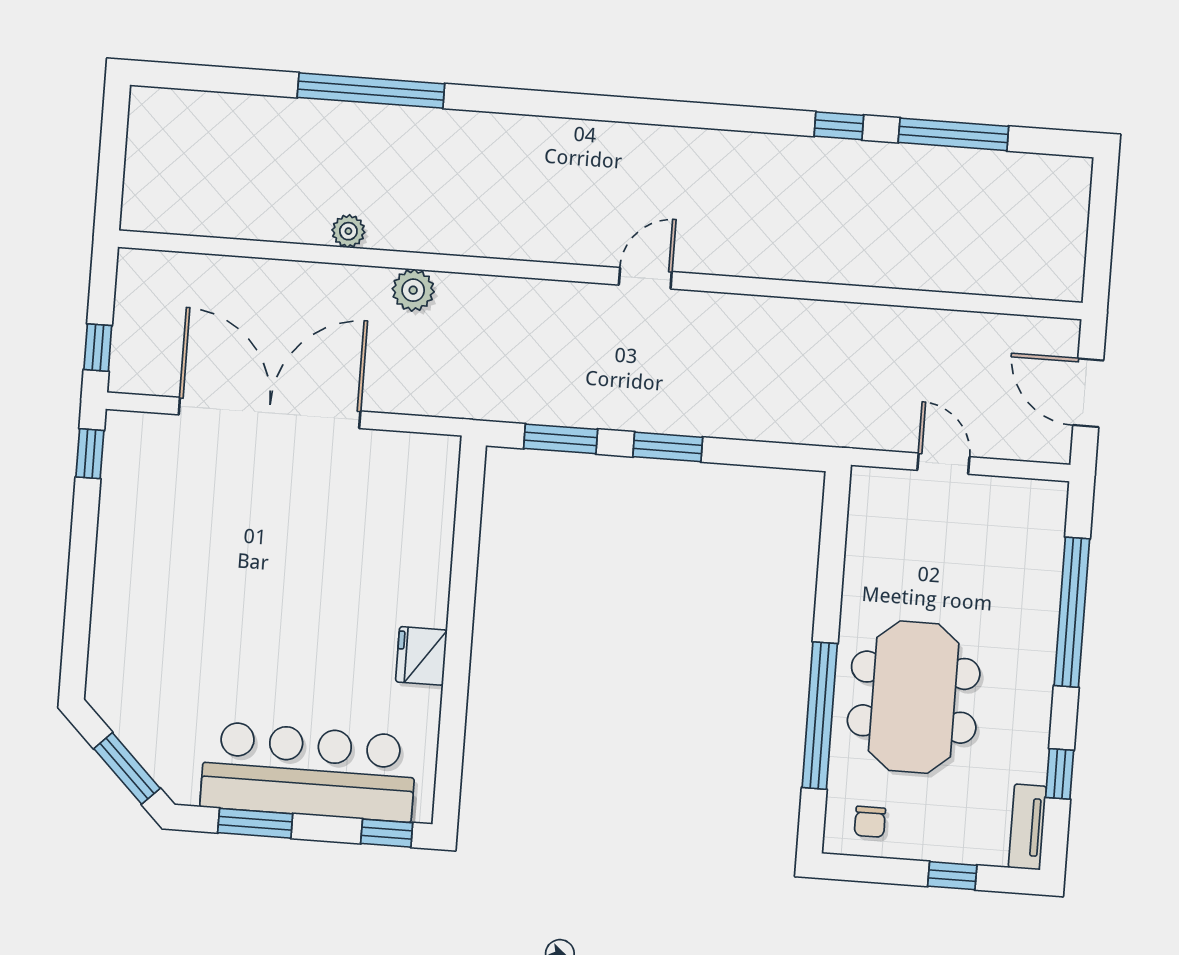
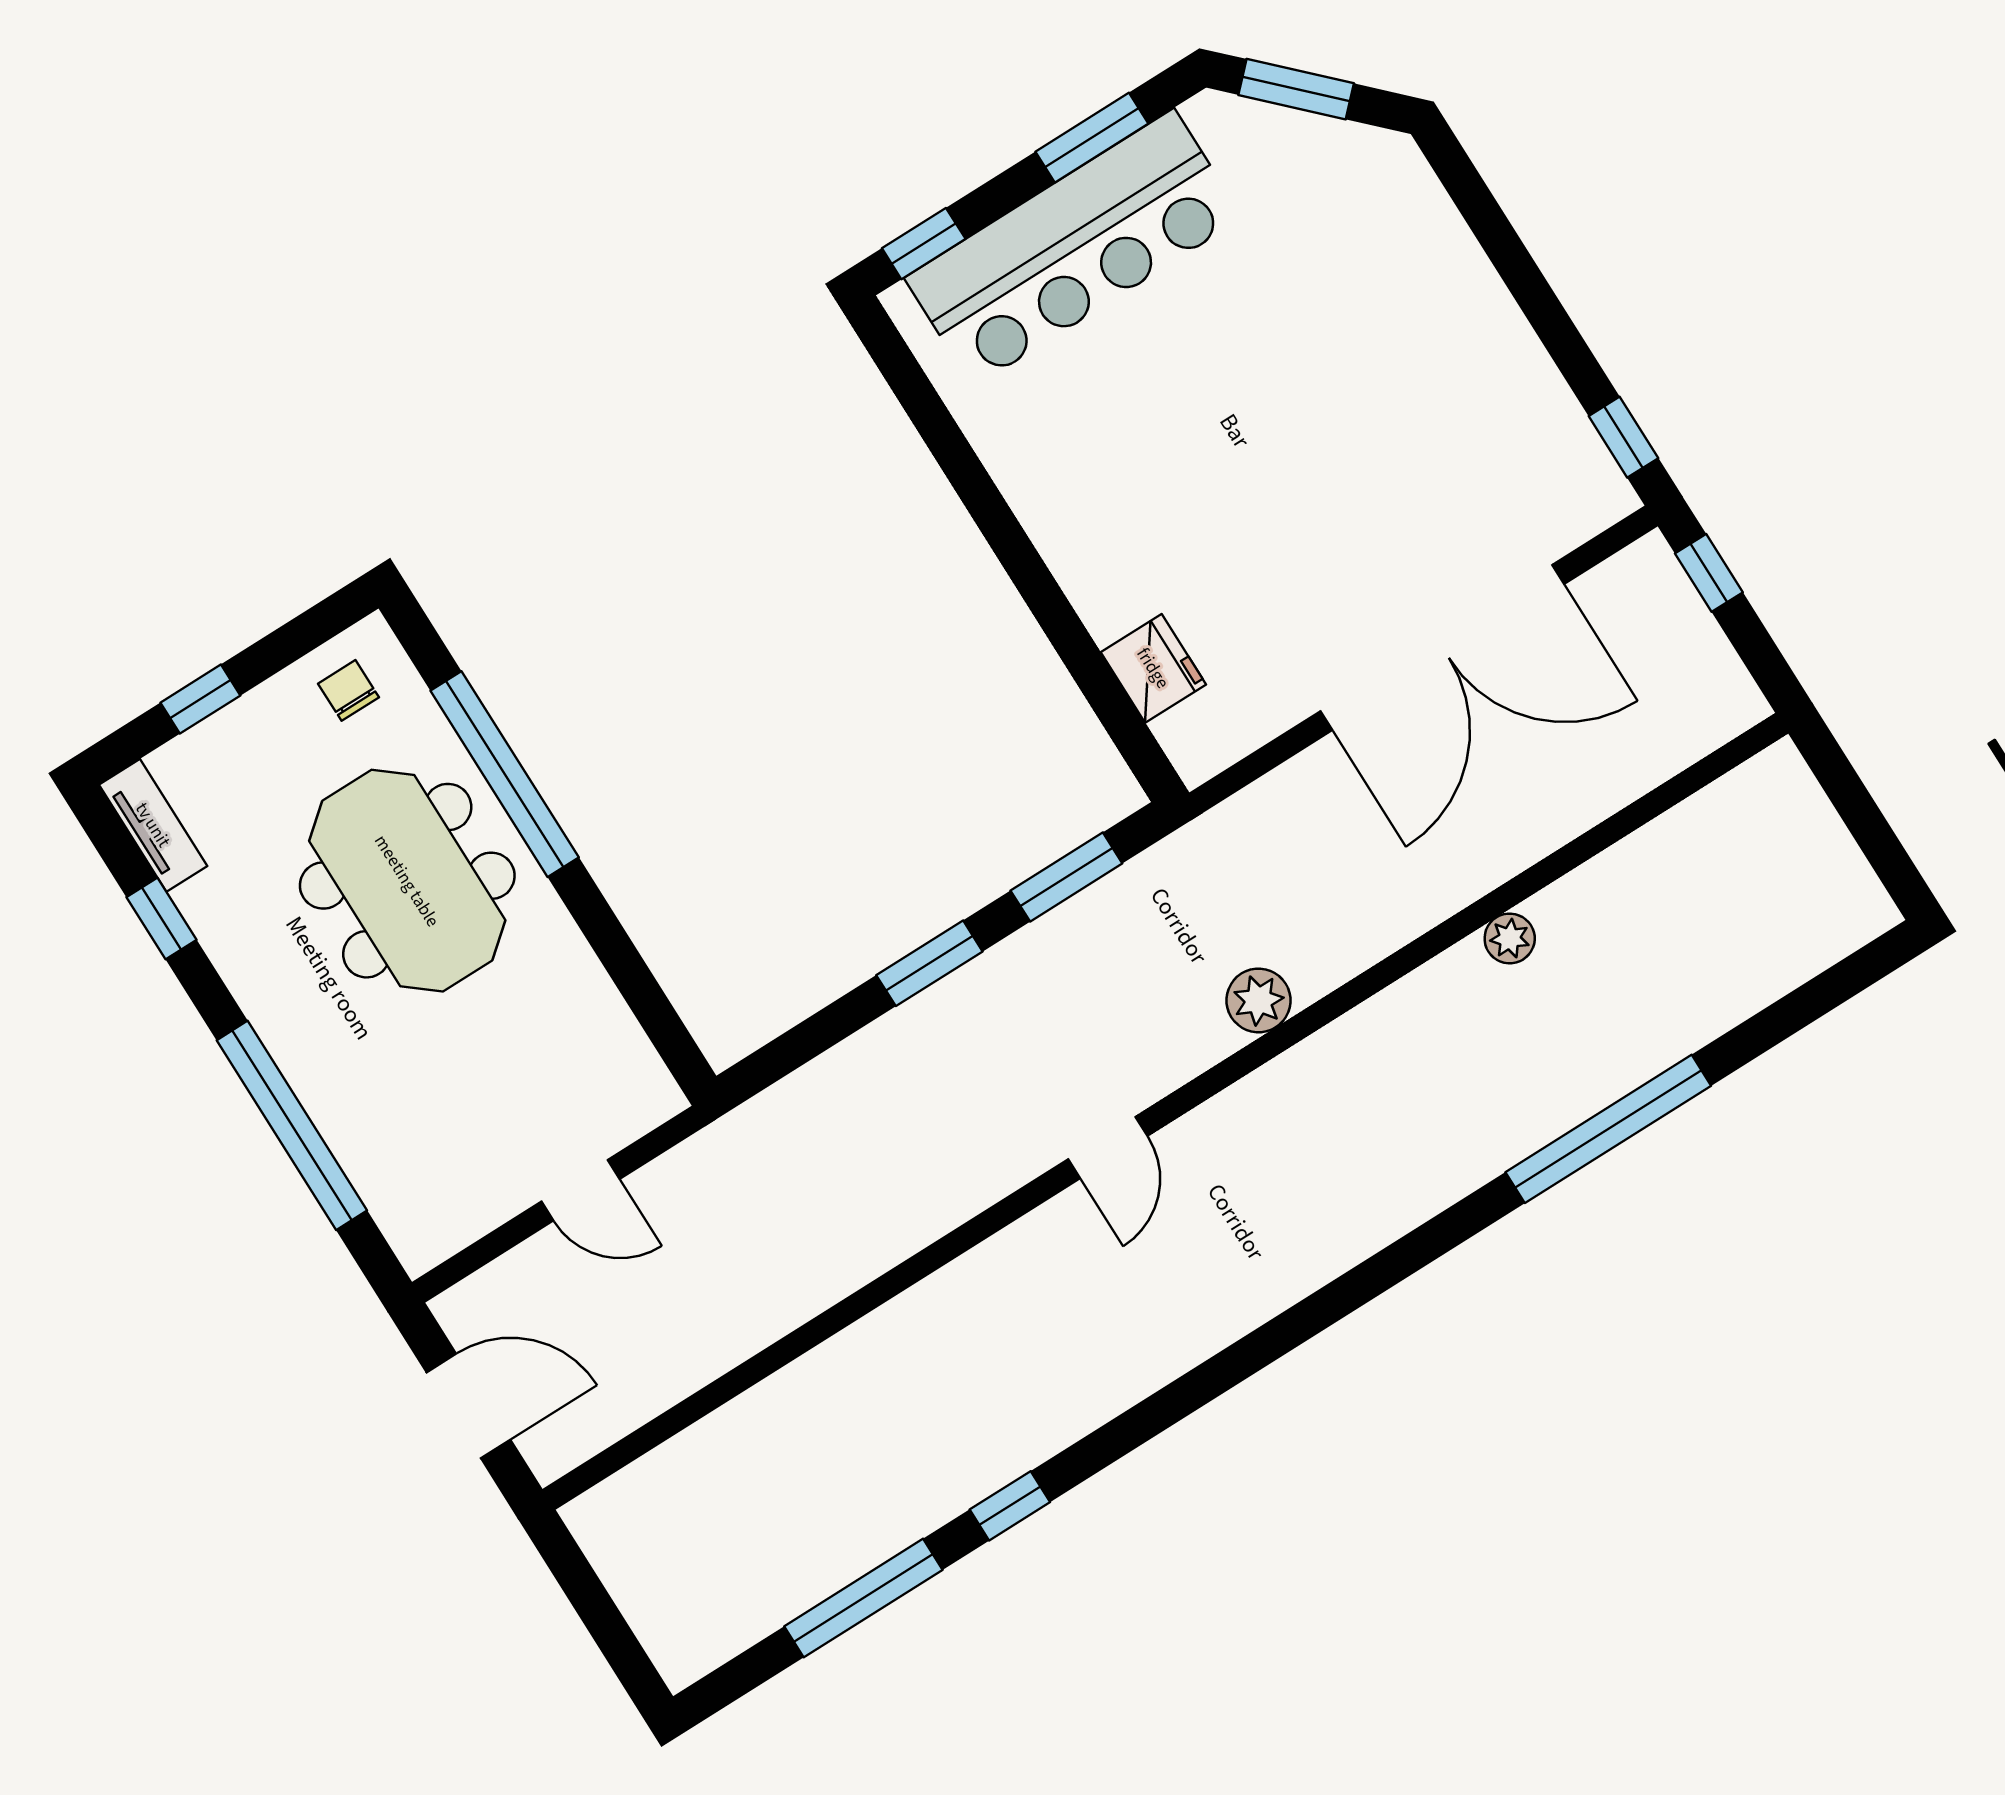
plant: (413, 290) -> (1258, 1000), moved
fridge: (421, 656) -> (1153, 668), moved

